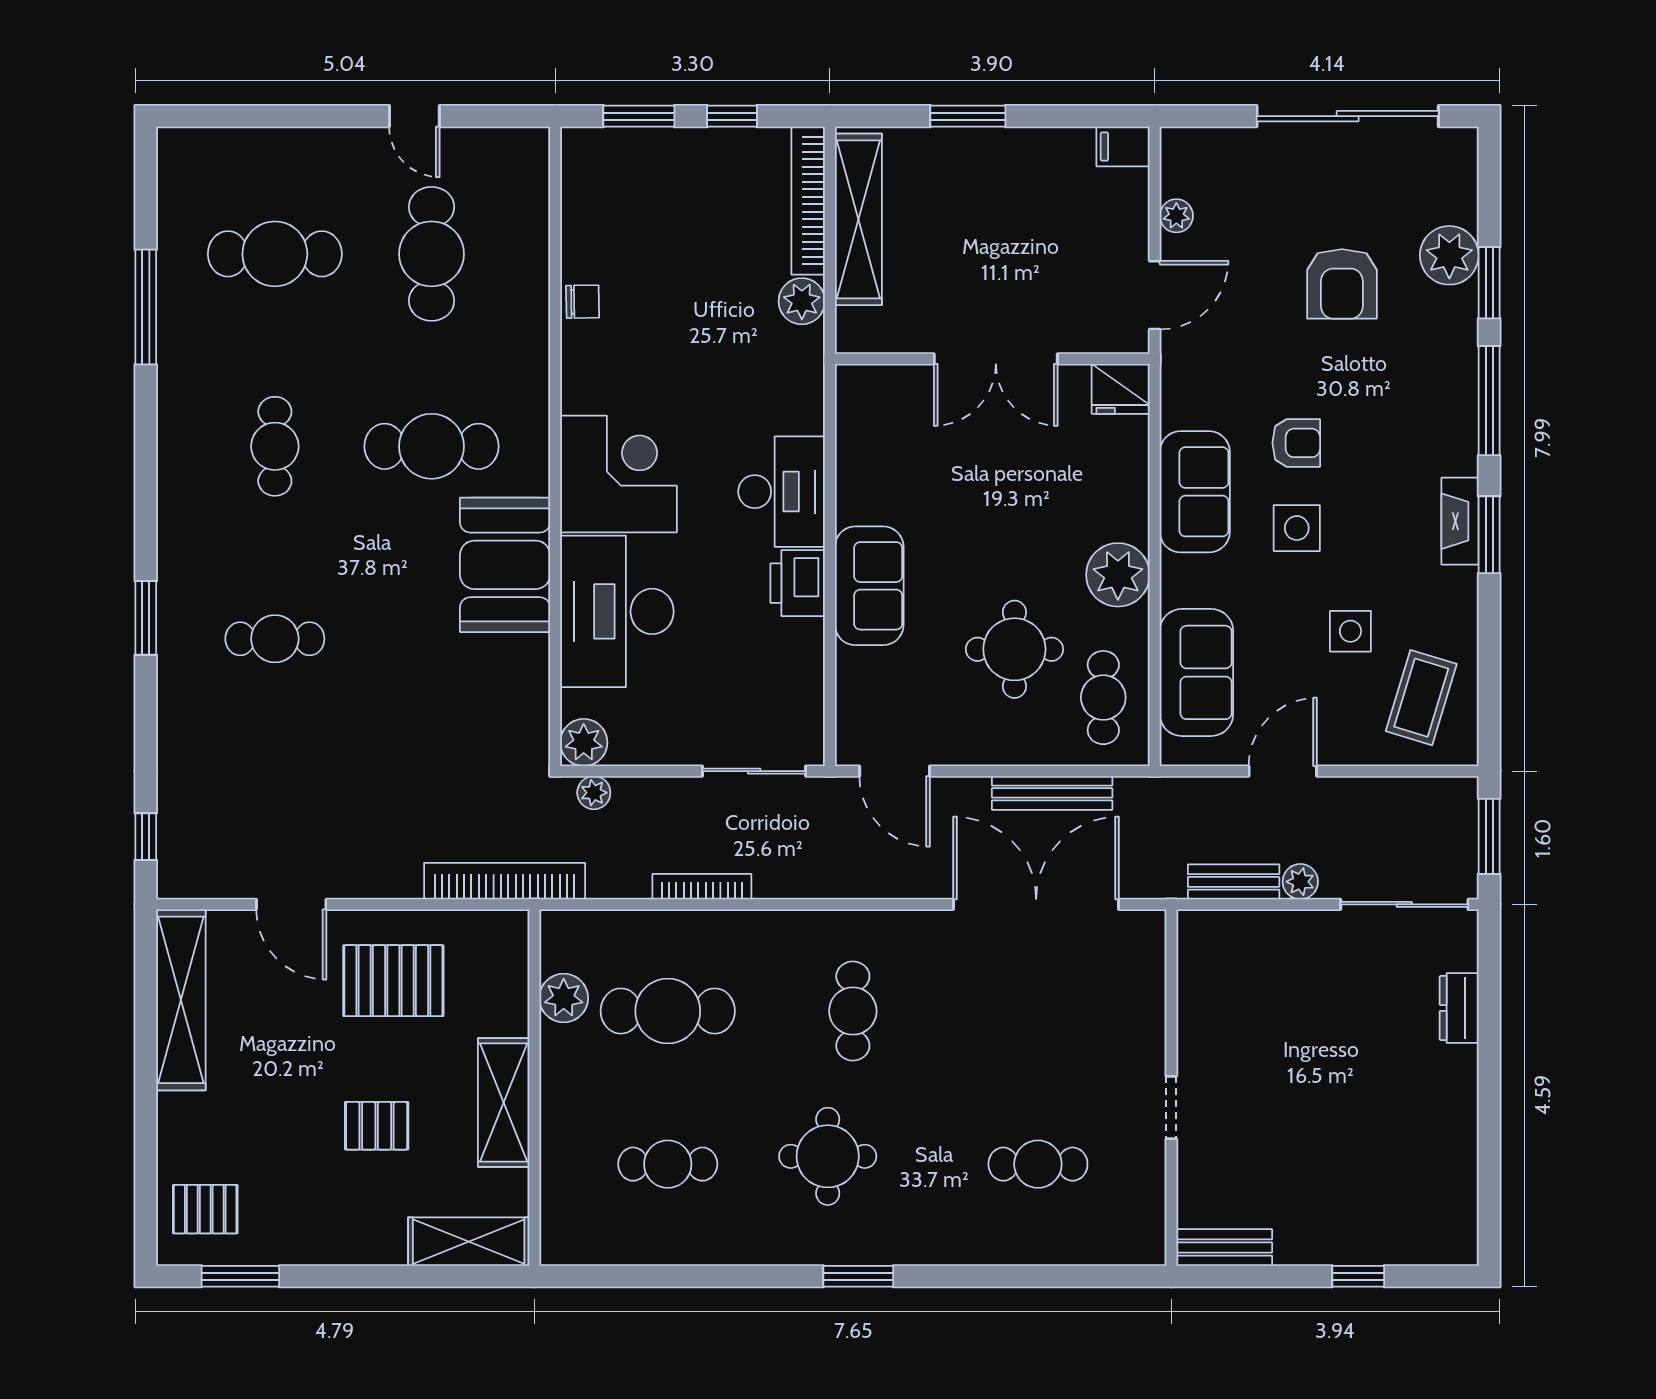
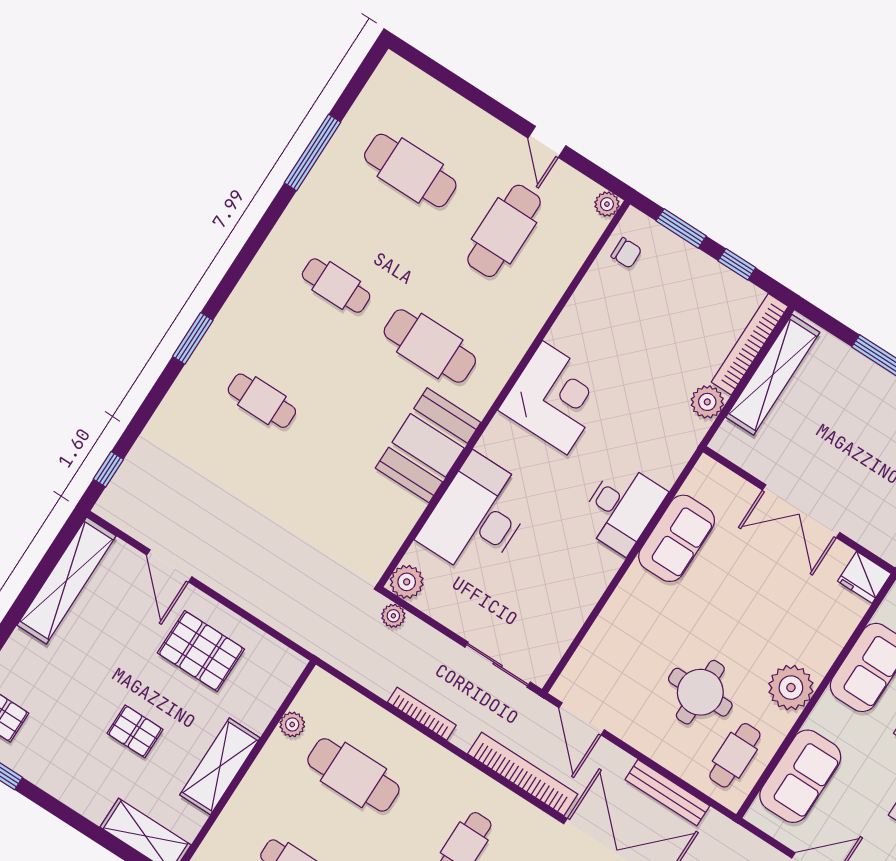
plant: (533, 144) -> (607, 204), added
chair: (583, 302) -> (626, 253), moved
cafe table: (275, 446) -> (336, 286), turned 90
corner desk: (618, 474) -> (555, 398), moved
printer: (798, 583) -> (596, 569), removed
sofa: (869, 586) -> (677, 538), moved
bookcase: (505, 881) -> (523, 774), moved
plant: (564, 998) -> (292, 724), width x0.73, depth x0.73

